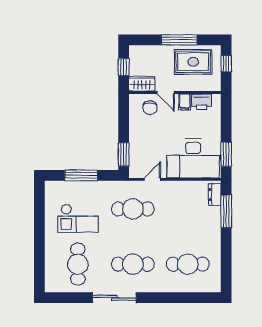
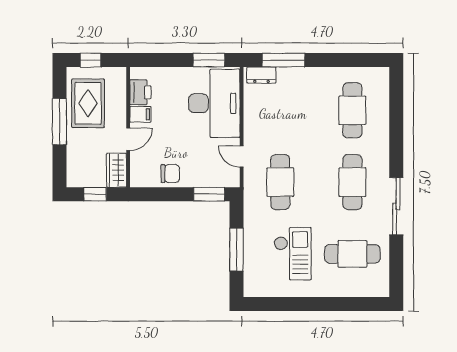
chair: (150, 108) -> (170, 174), moved

